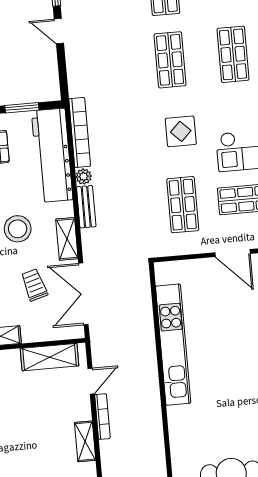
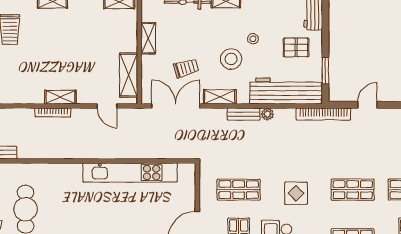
door: (59, 31) -> (367, 105), moved
bookcase: (80, 132) -> (323, 114), moved
bookcase: (102, 417) -> (53, 112), moved

